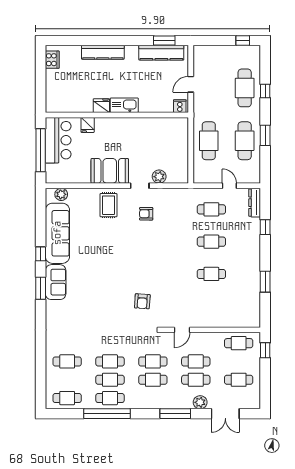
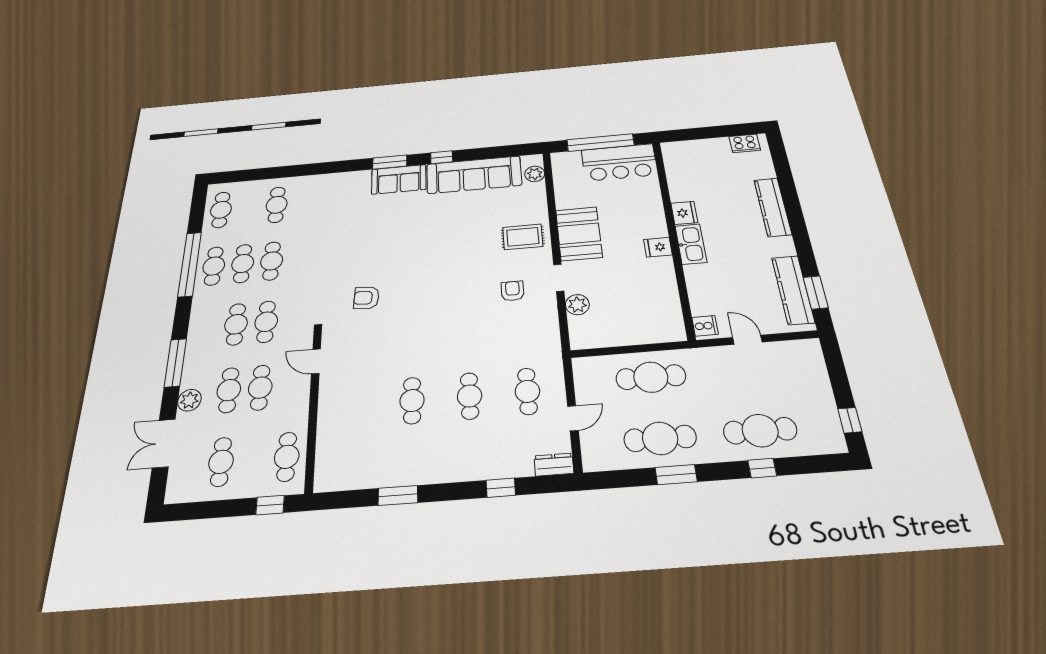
fridge: (88, 125) -> (658, 247), moved
dresser: (255, 203) -> (554, 465), width x0.70

